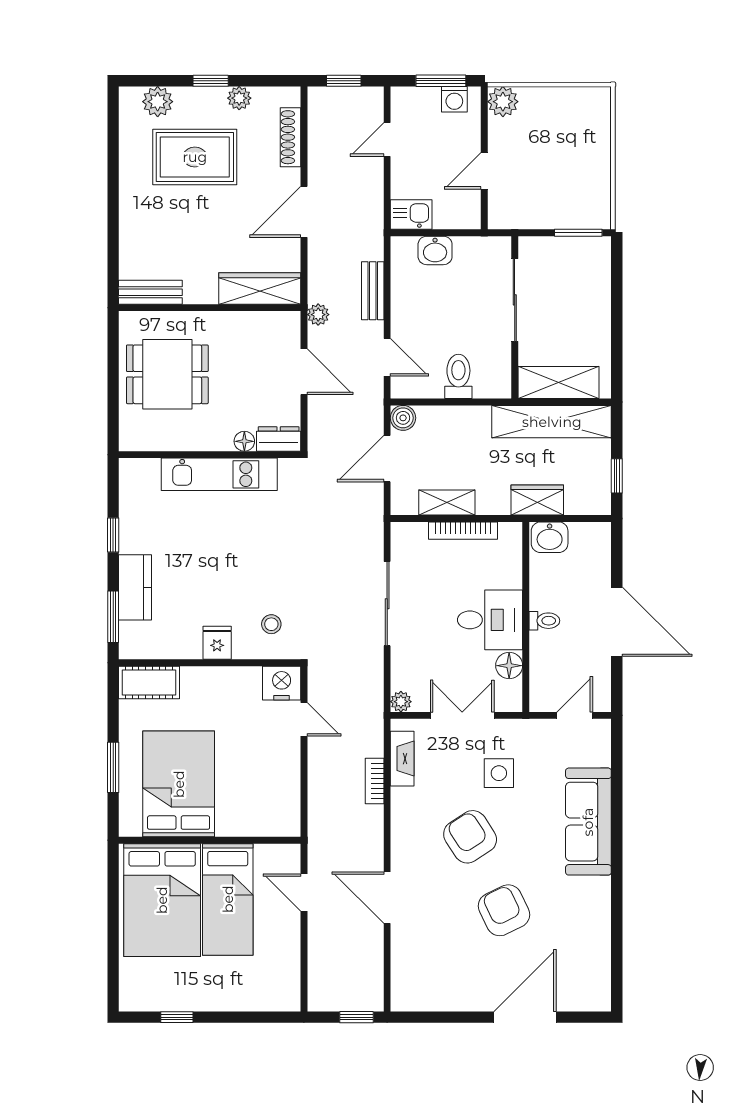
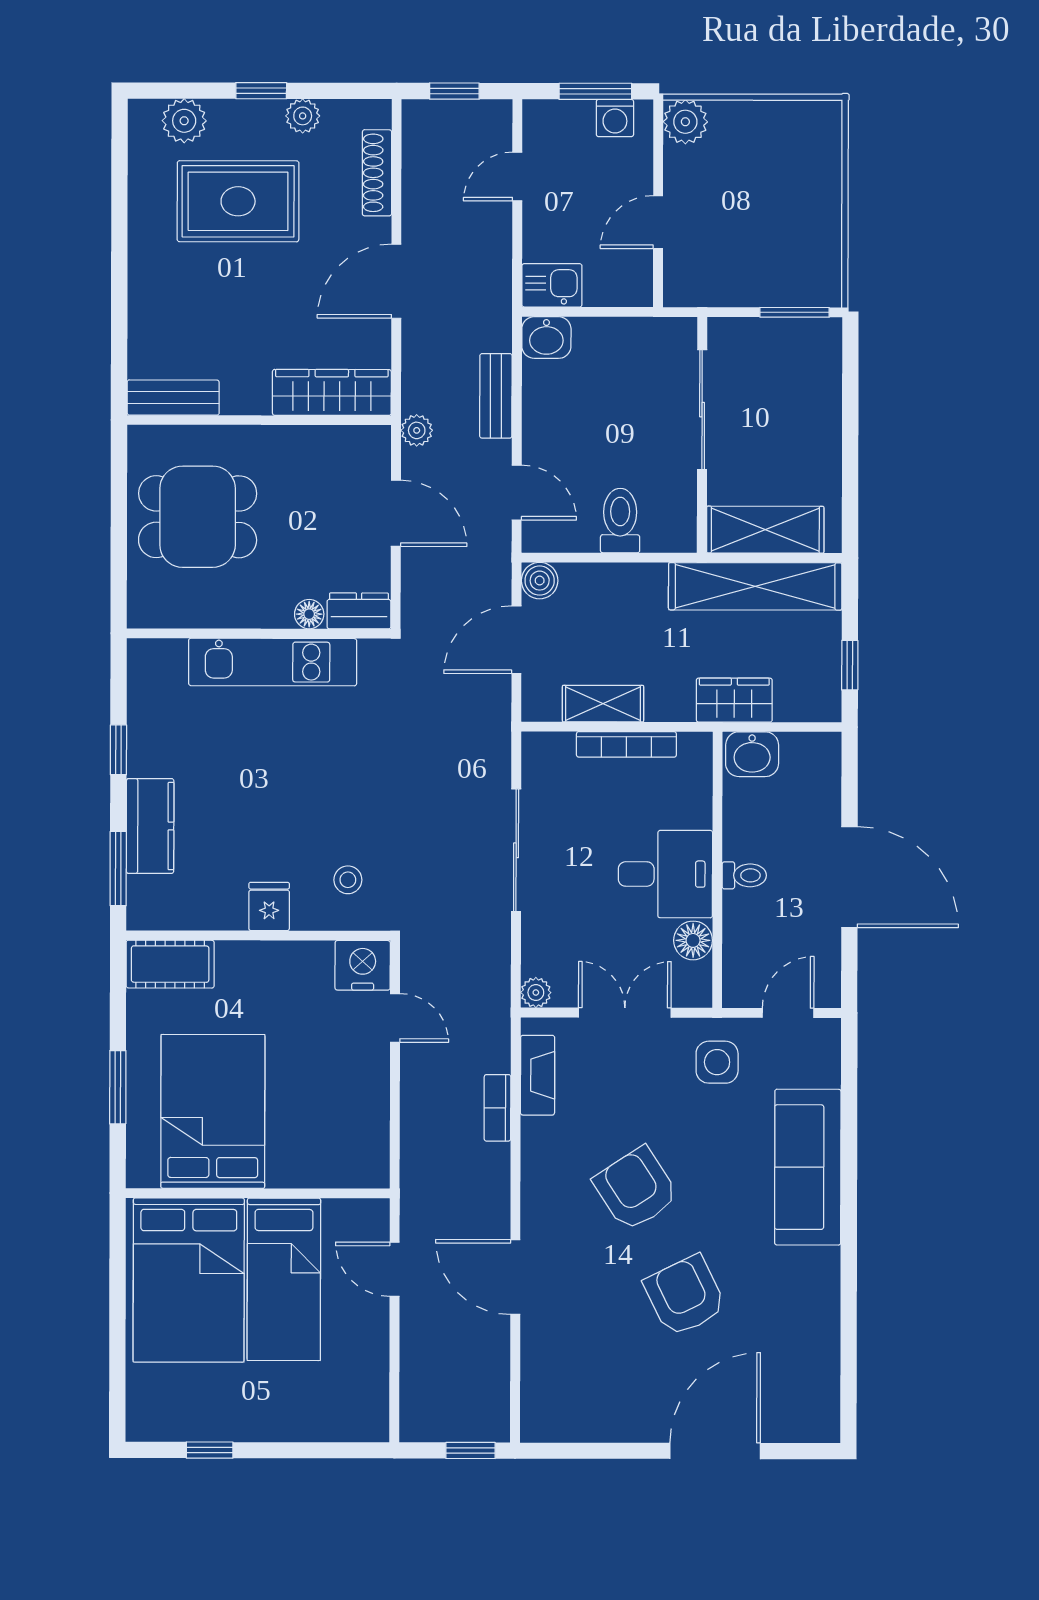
washbasin: (435, 250) -> (546, 338), moved
side table: (499, 773) -> (717, 1062), moved

